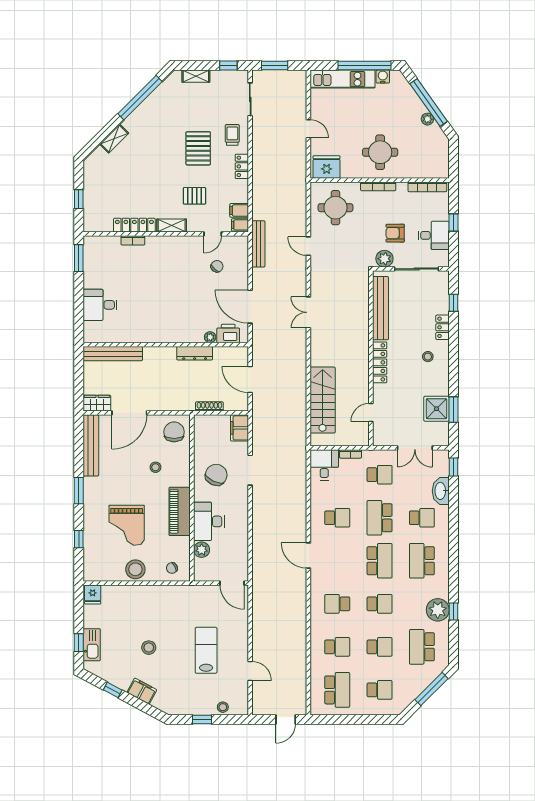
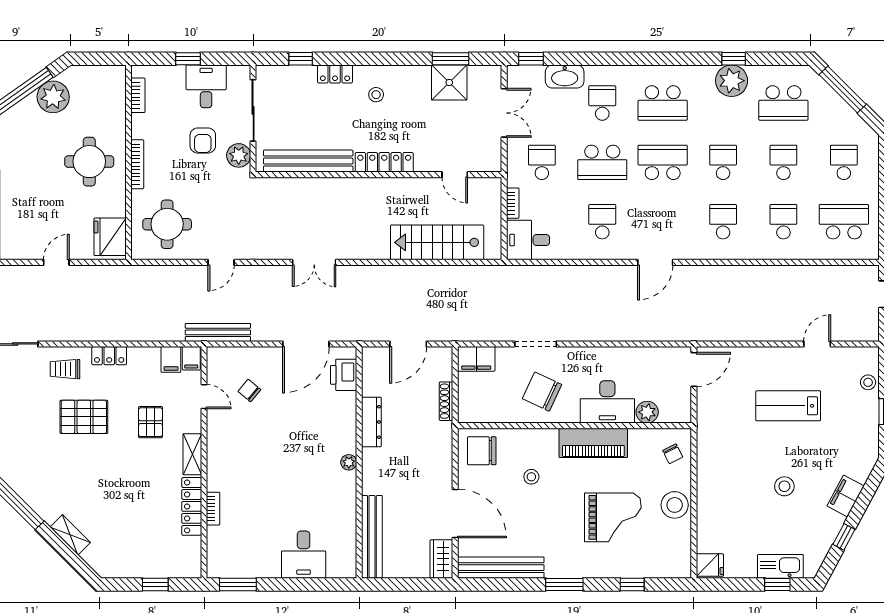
plant: (427, 119) -> (53, 97), width x1.88, depth x1.88
bookcase: (427, 187) -> (138, 95), width x0.64
plant: (210, 337) -> (349, 462), moved
school desk: (337, 604) -> (723, 222), turned 180

